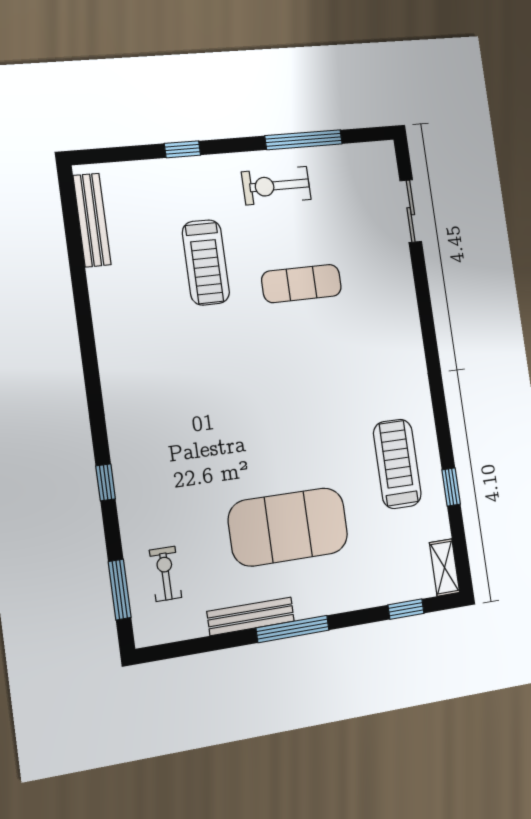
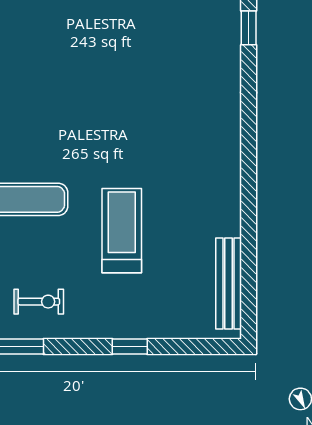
exercise bike: (276, 186) -> (39, 302), width x0.73, depth x0.72

